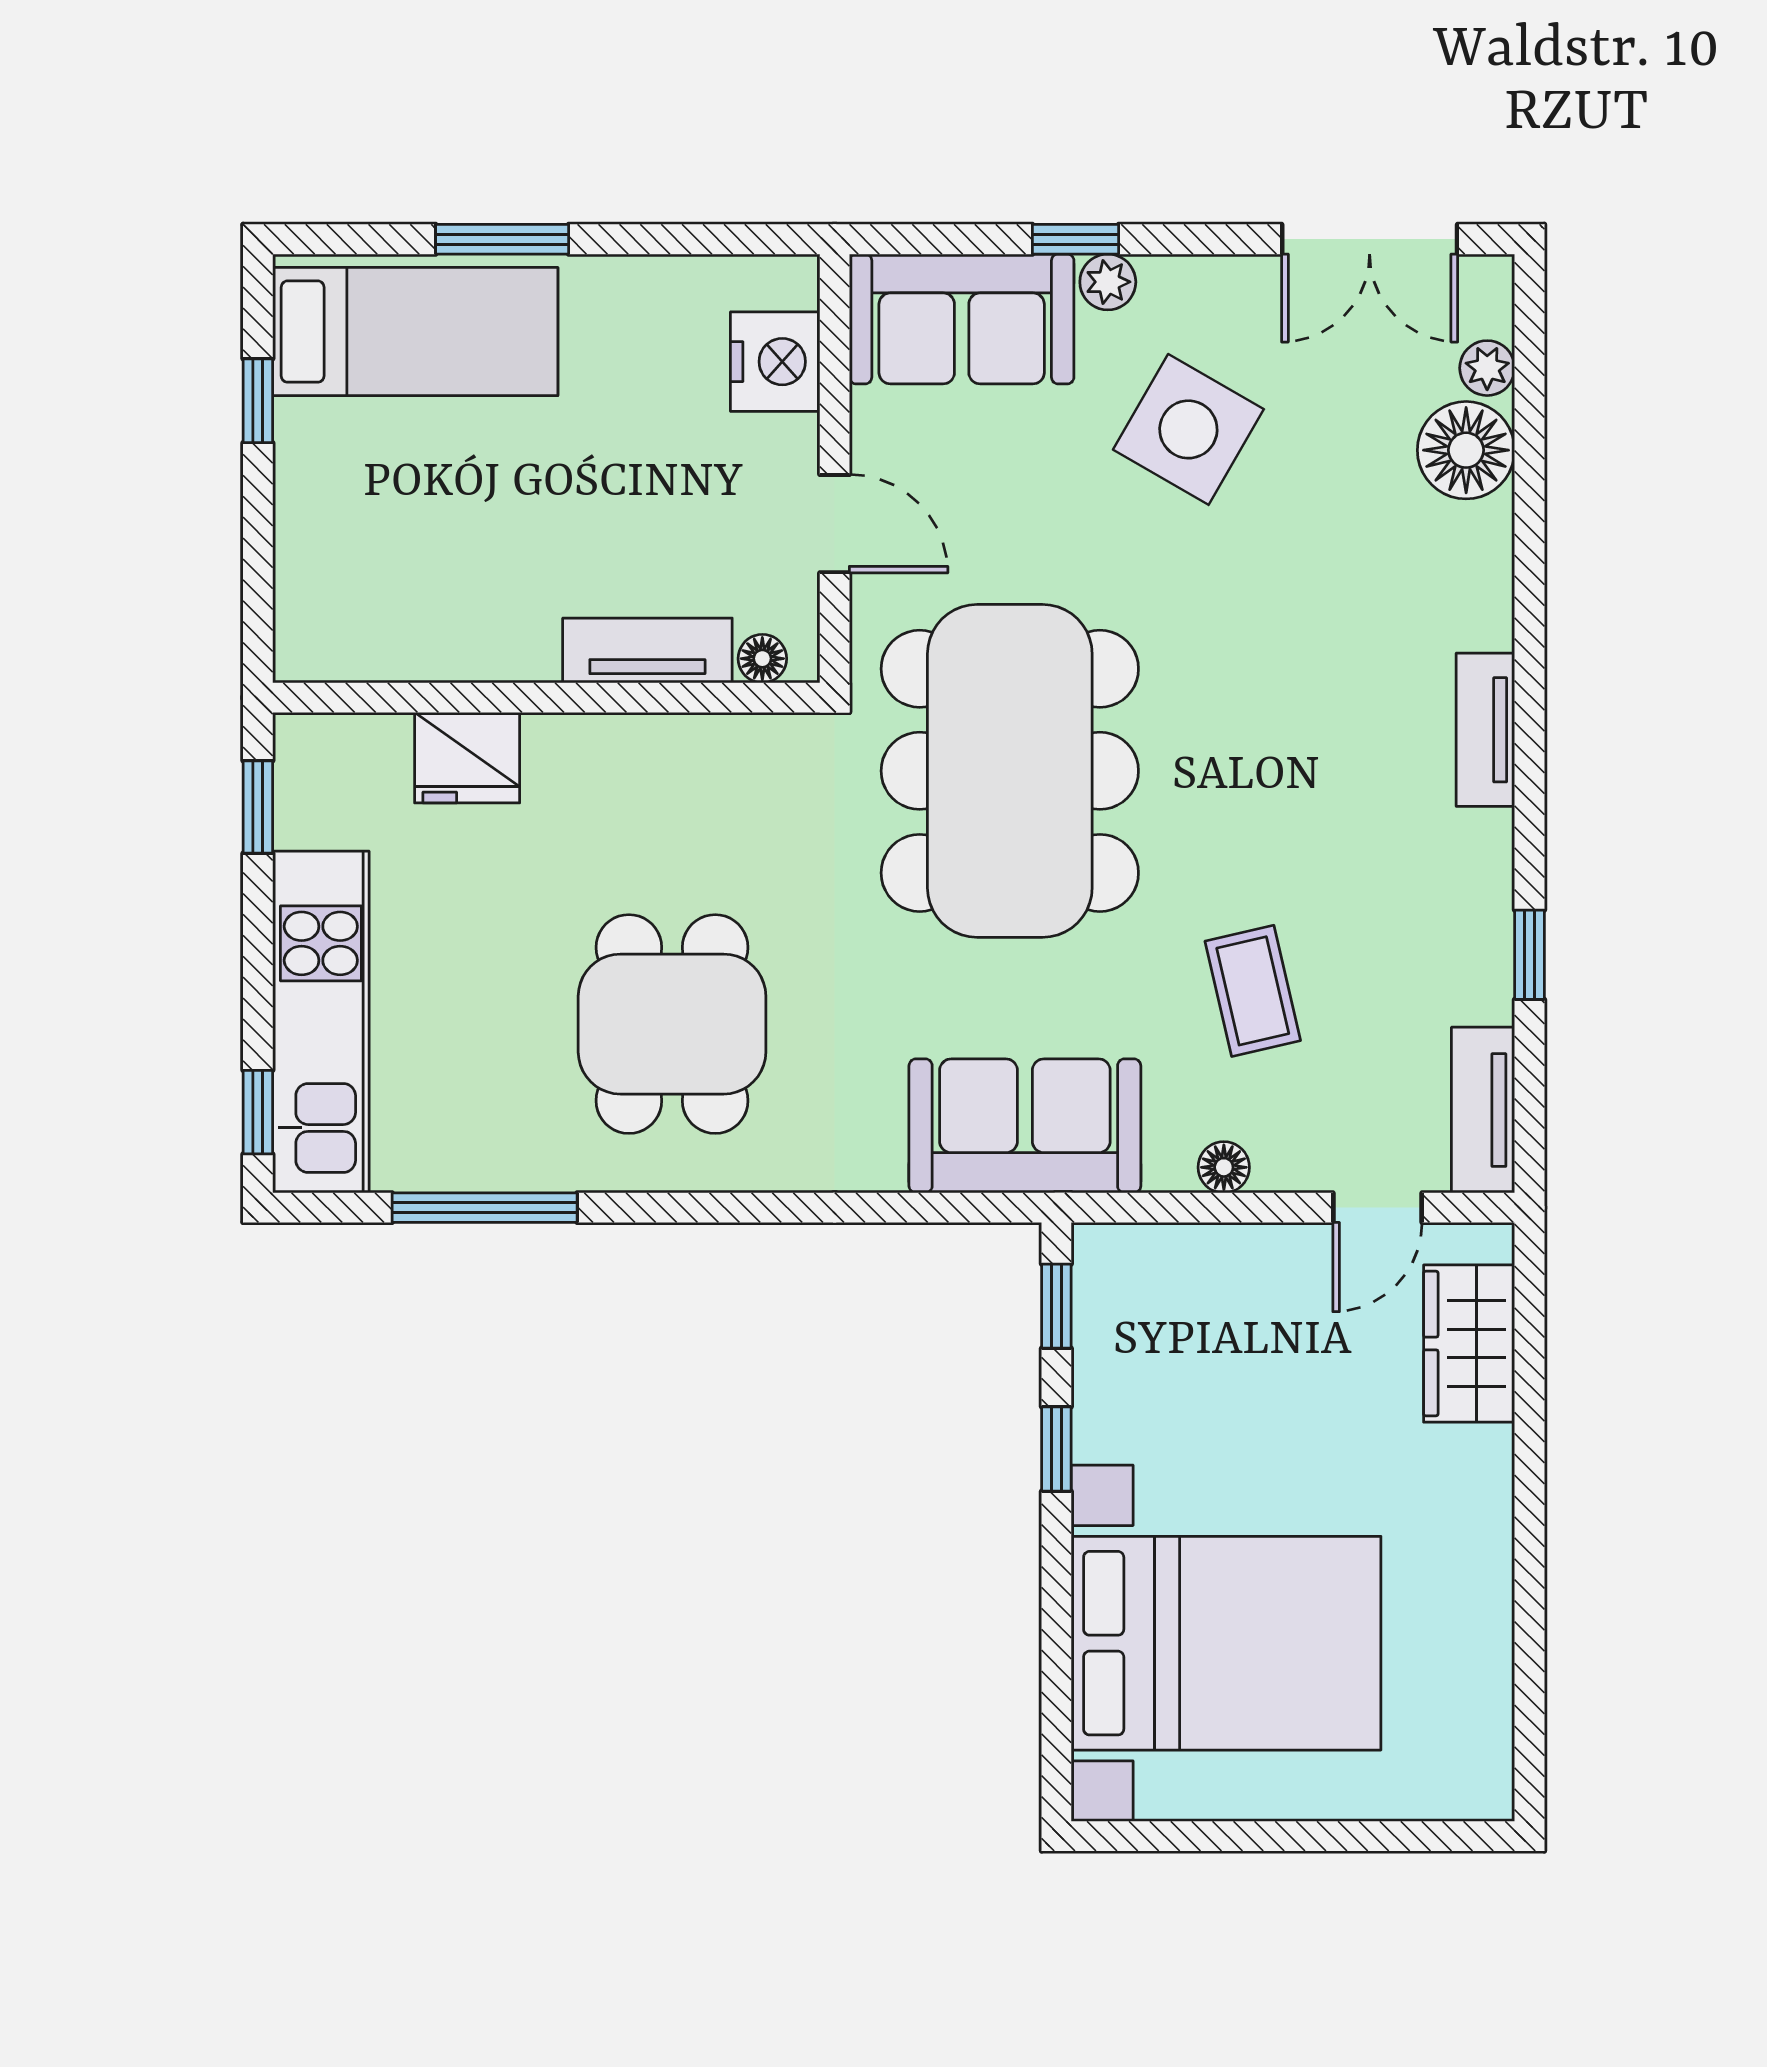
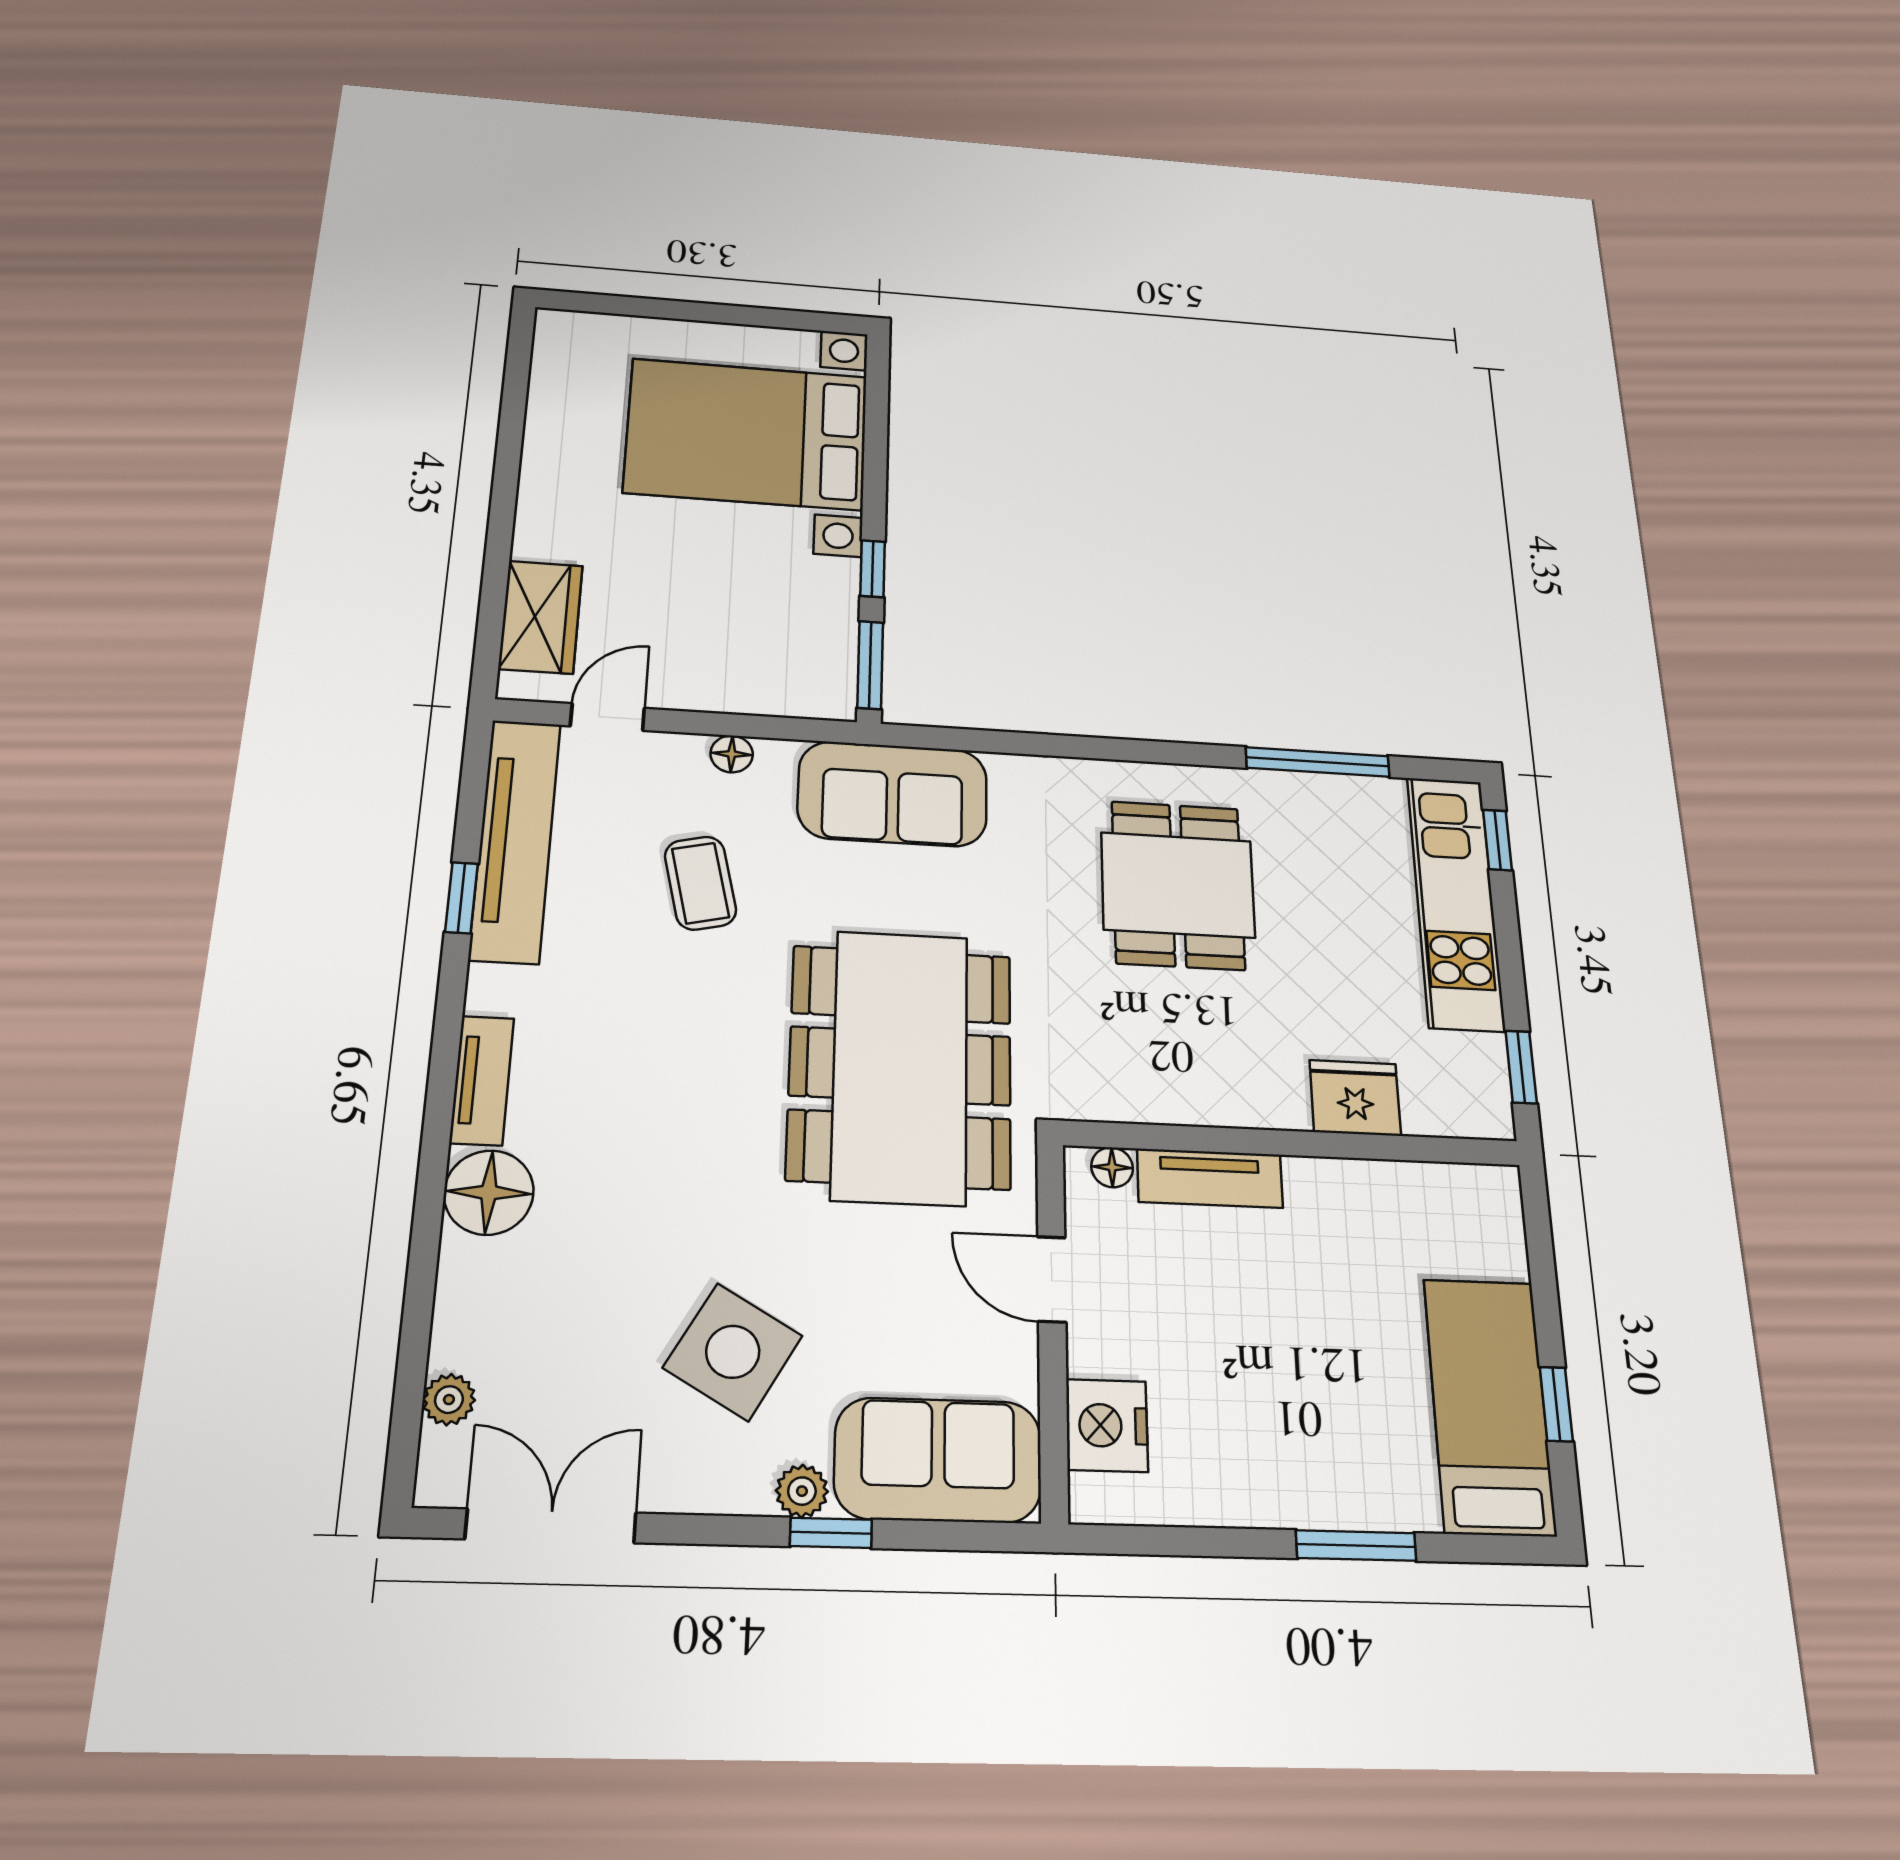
bed: (415, 332) -> (1489, 1406), moved, turned 90
floor lamp: (1466, 450) -> (489, 1192), moved
tv unit: (1483, 1110) -> (515, 840), width x1.92, depth x1.29
window: (1056, 1306) -> (870, 665), width x1.50

